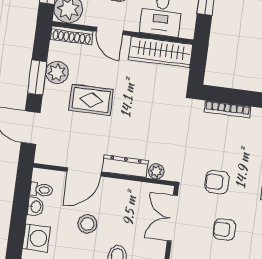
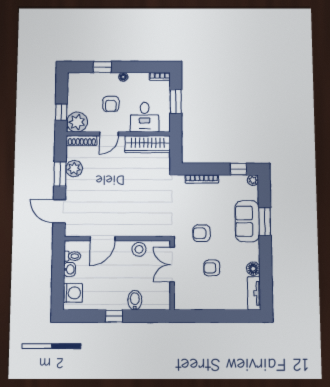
door: (110, 31) -> (109, 134), hinge flipped
rug: (91, 100) -> (101, 185), removed
dresser: (125, 166) -> (132, 230), removed
plant: (156, 171) -> (156, 231), removed
stool: (87, 224) -> (139, 249), moved

